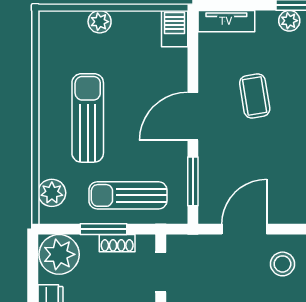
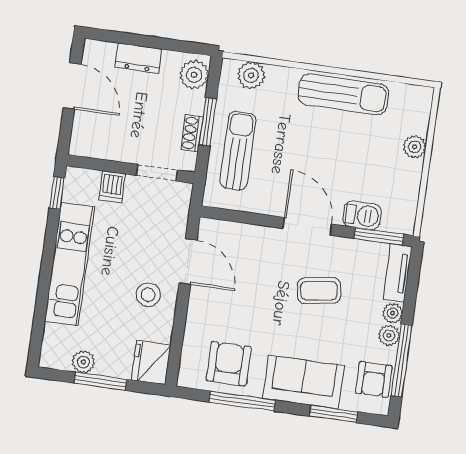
plant: (267, 20) -> (393, 313), added
barbecue: (175, 29) -> (362, 215), moved
sun lounger: (88, 118) -> (343, 94), moved
window: (193, 181) -> (379, 236), moved
plant: (59, 254) -> (194, 75), width x0.73, depth x0.73

